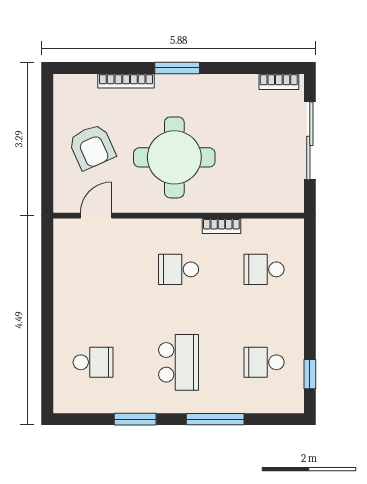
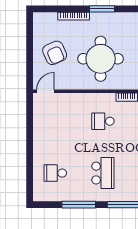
door: (96, 216) -> (45, 91), moved
school desk: (93, 362) -> (55, 173), turned 180
window: (135, 419) -> (79, 205), width x1.44

